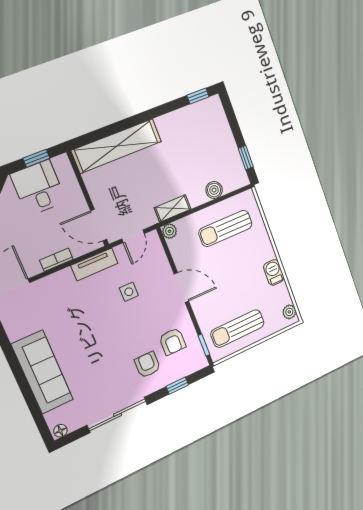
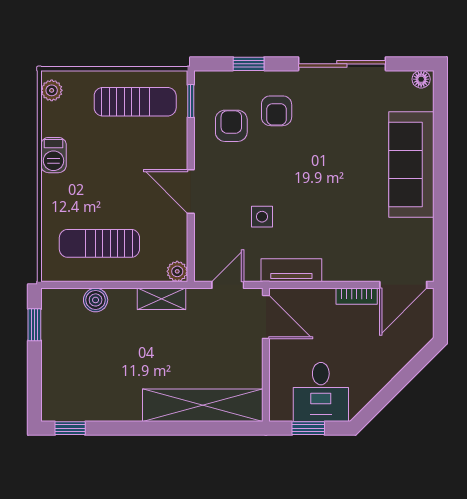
sun lounger: (225, 228) -> (99, 243), turned 180
bookcase: (56, 260) -> (357, 296), moved

